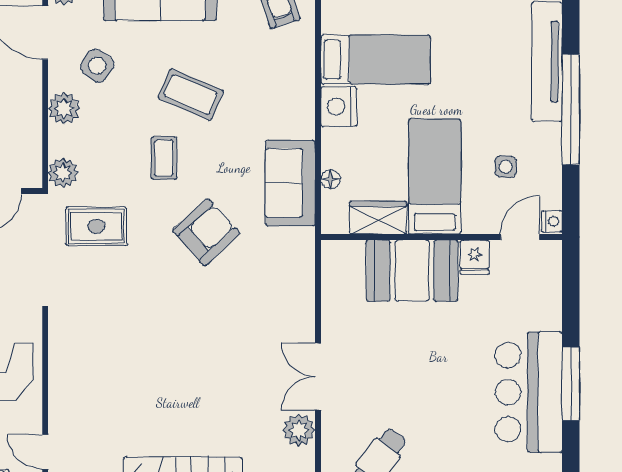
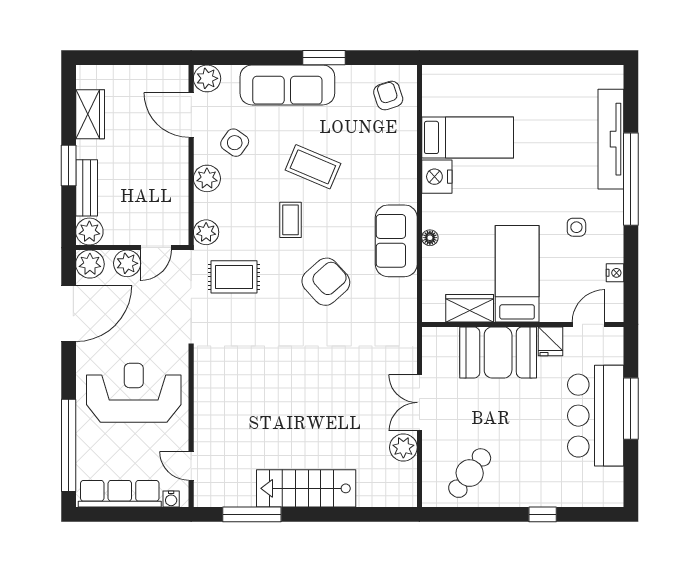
bed: (435, 176) -> (517, 274), moved
wardrobe: (378, 218) -> (470, 308), moved
wall: (442, 237) -> (523, 324), moved
door: (520, 237) -> (589, 324), moved
fridge: (475, 257) -> (550, 341), moved
booth: (412, 271) -> (498, 353), moved

